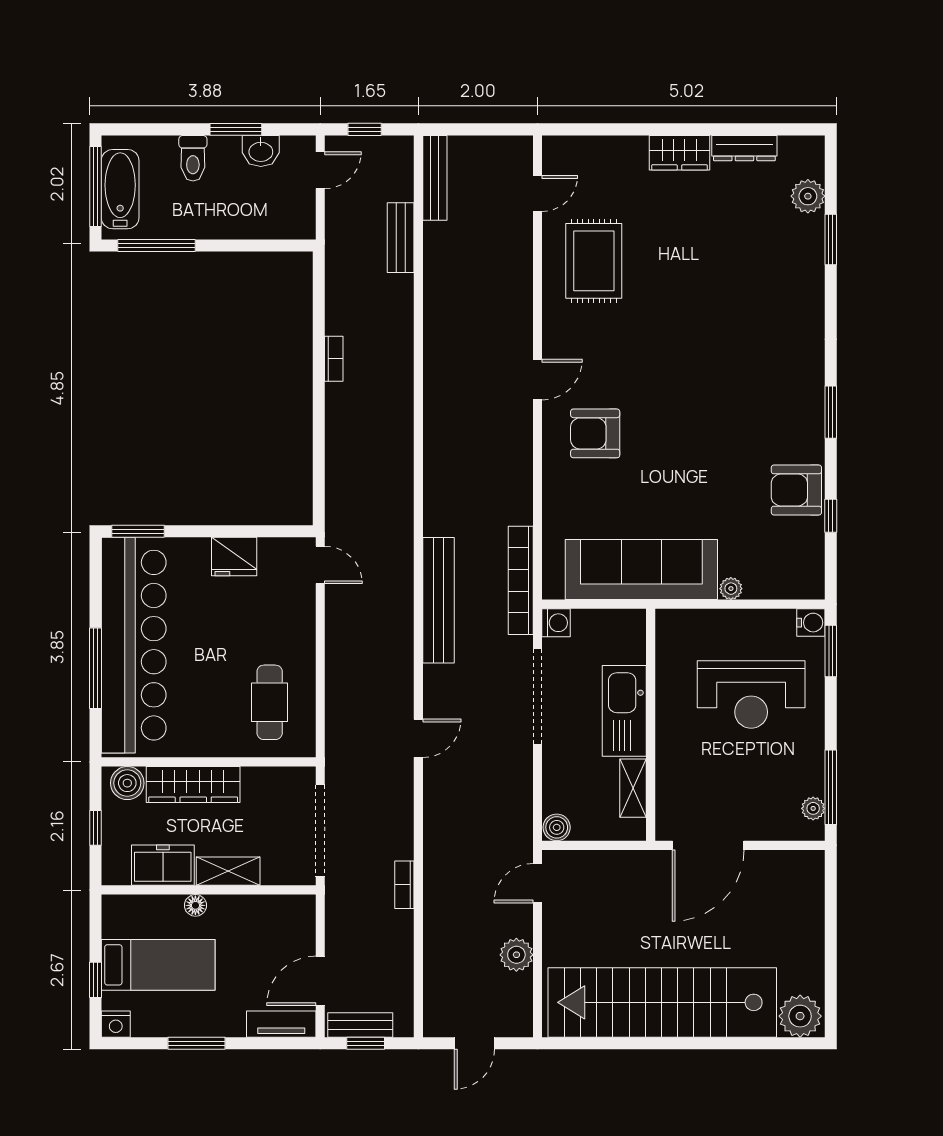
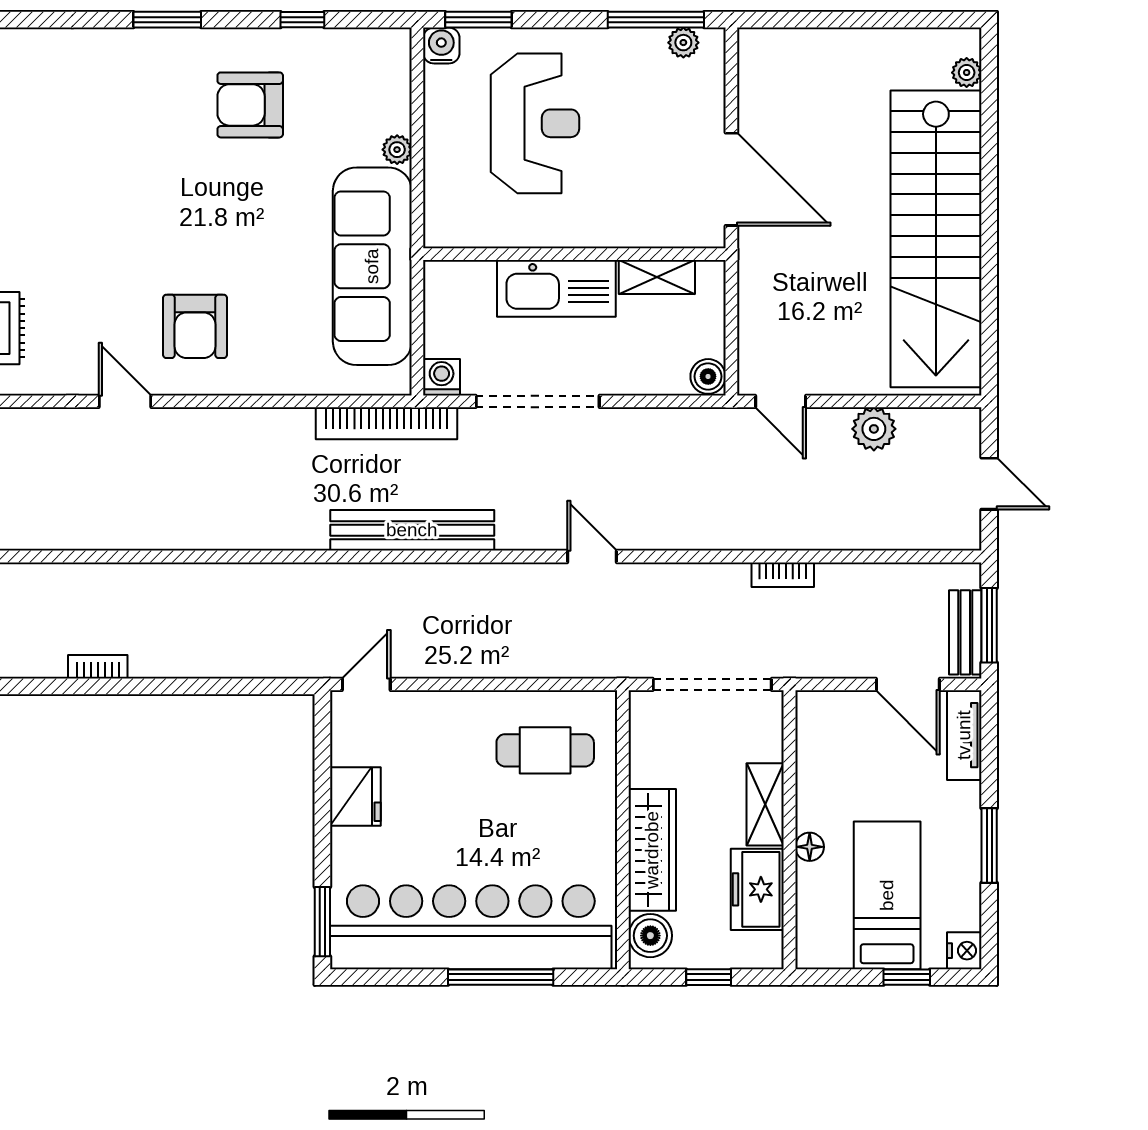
armchair: (796, 490) -> (250, 105), moved, turned 90
plant: (800, 1016) -> (967, 73), width x0.53, depth x0.53
window: (366, 1043) -> (989, 625), width x1.50

